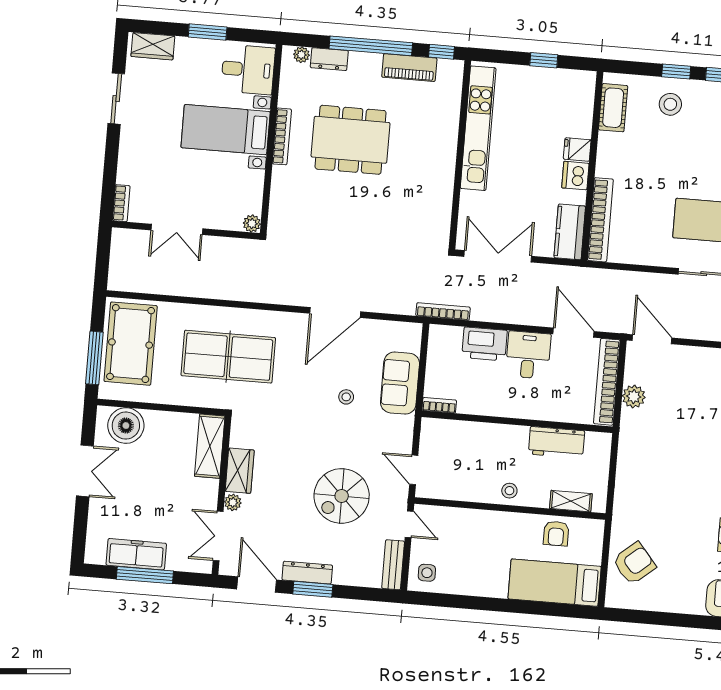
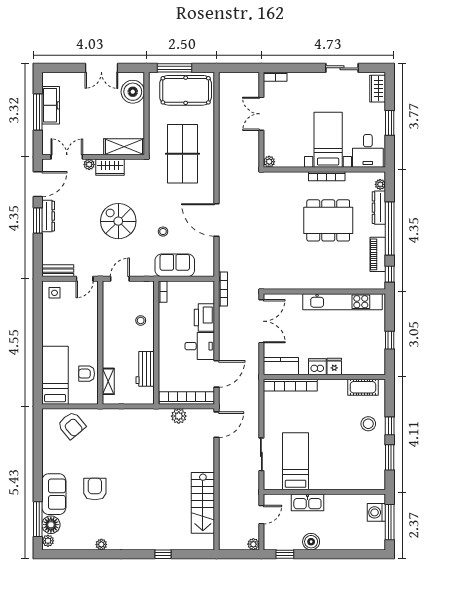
dresser: (329, 59) -> (379, 208), width x1.44
dining table: (351, 140) -> (328, 220), turned 90
stool: (509, 491) -> (141, 320), moved
spiral stairs: (342, 496) -> (118, 221), moved

